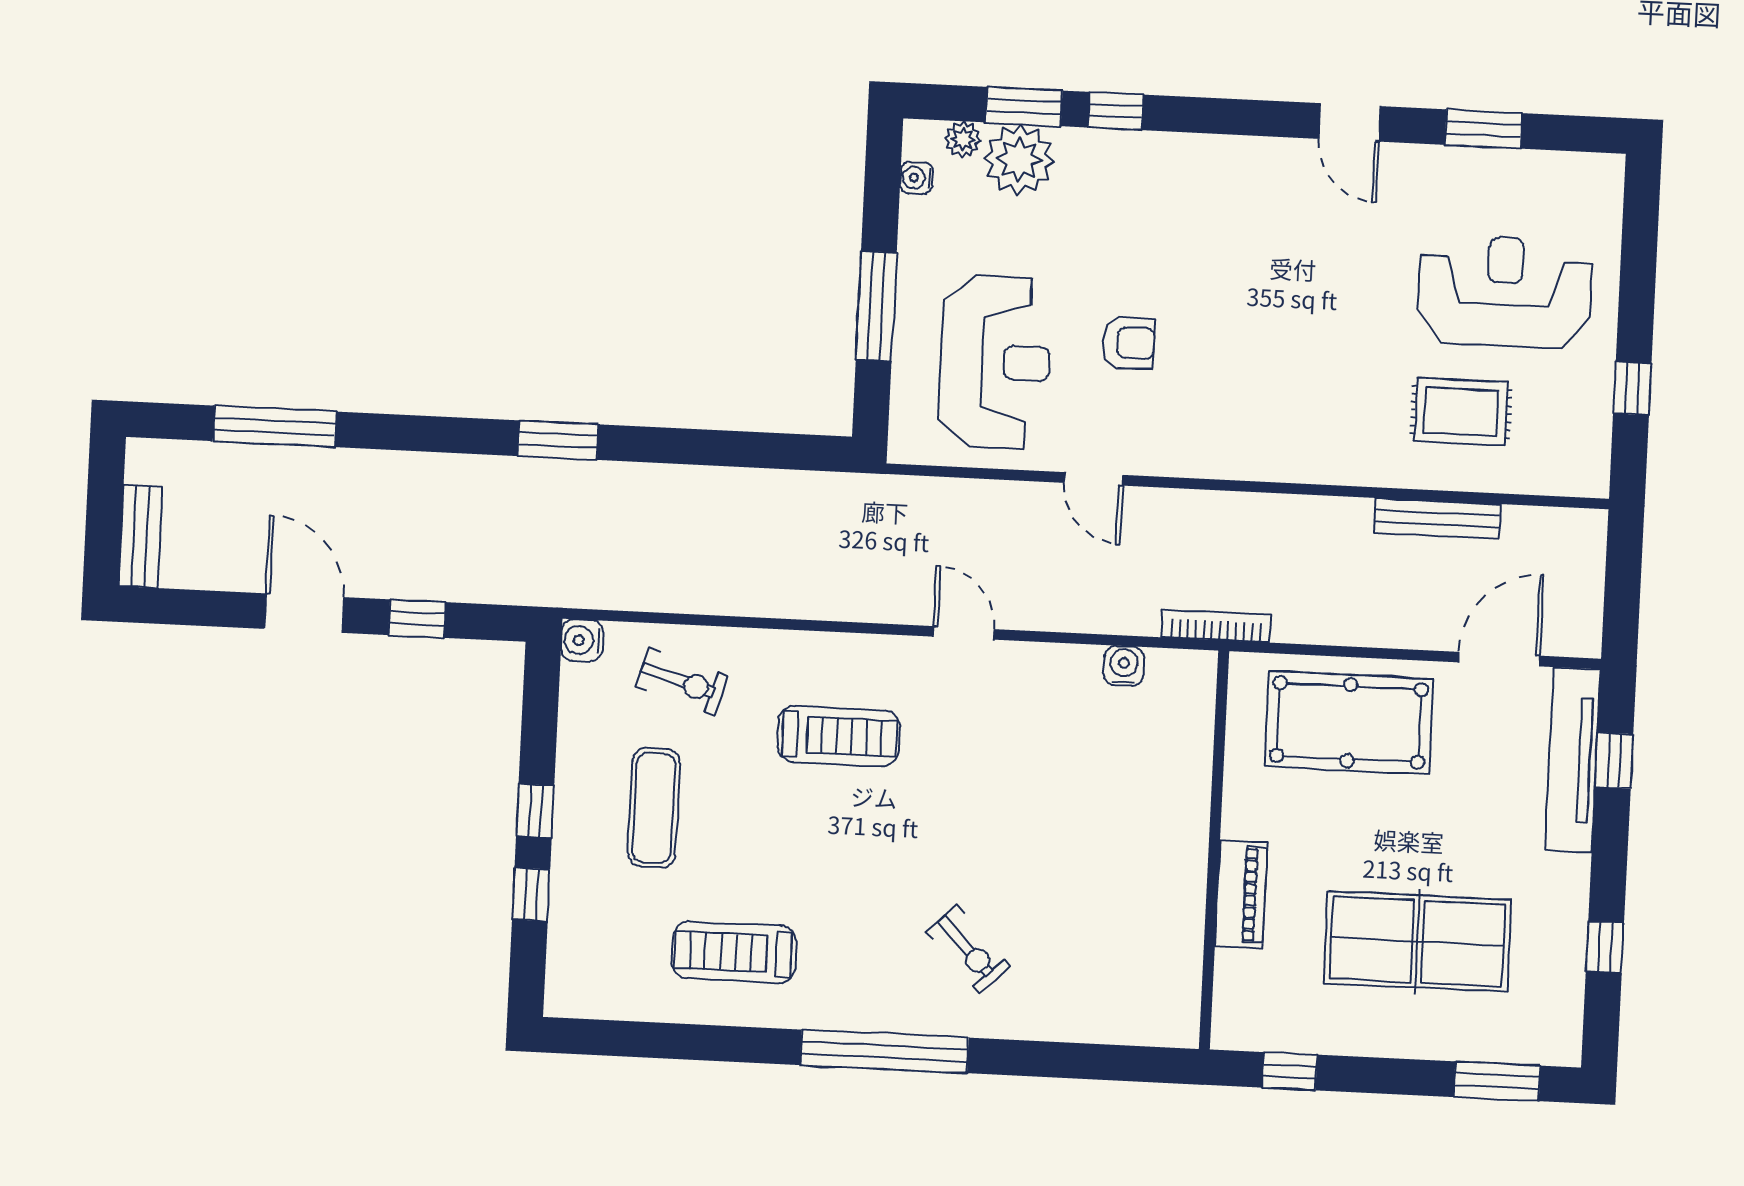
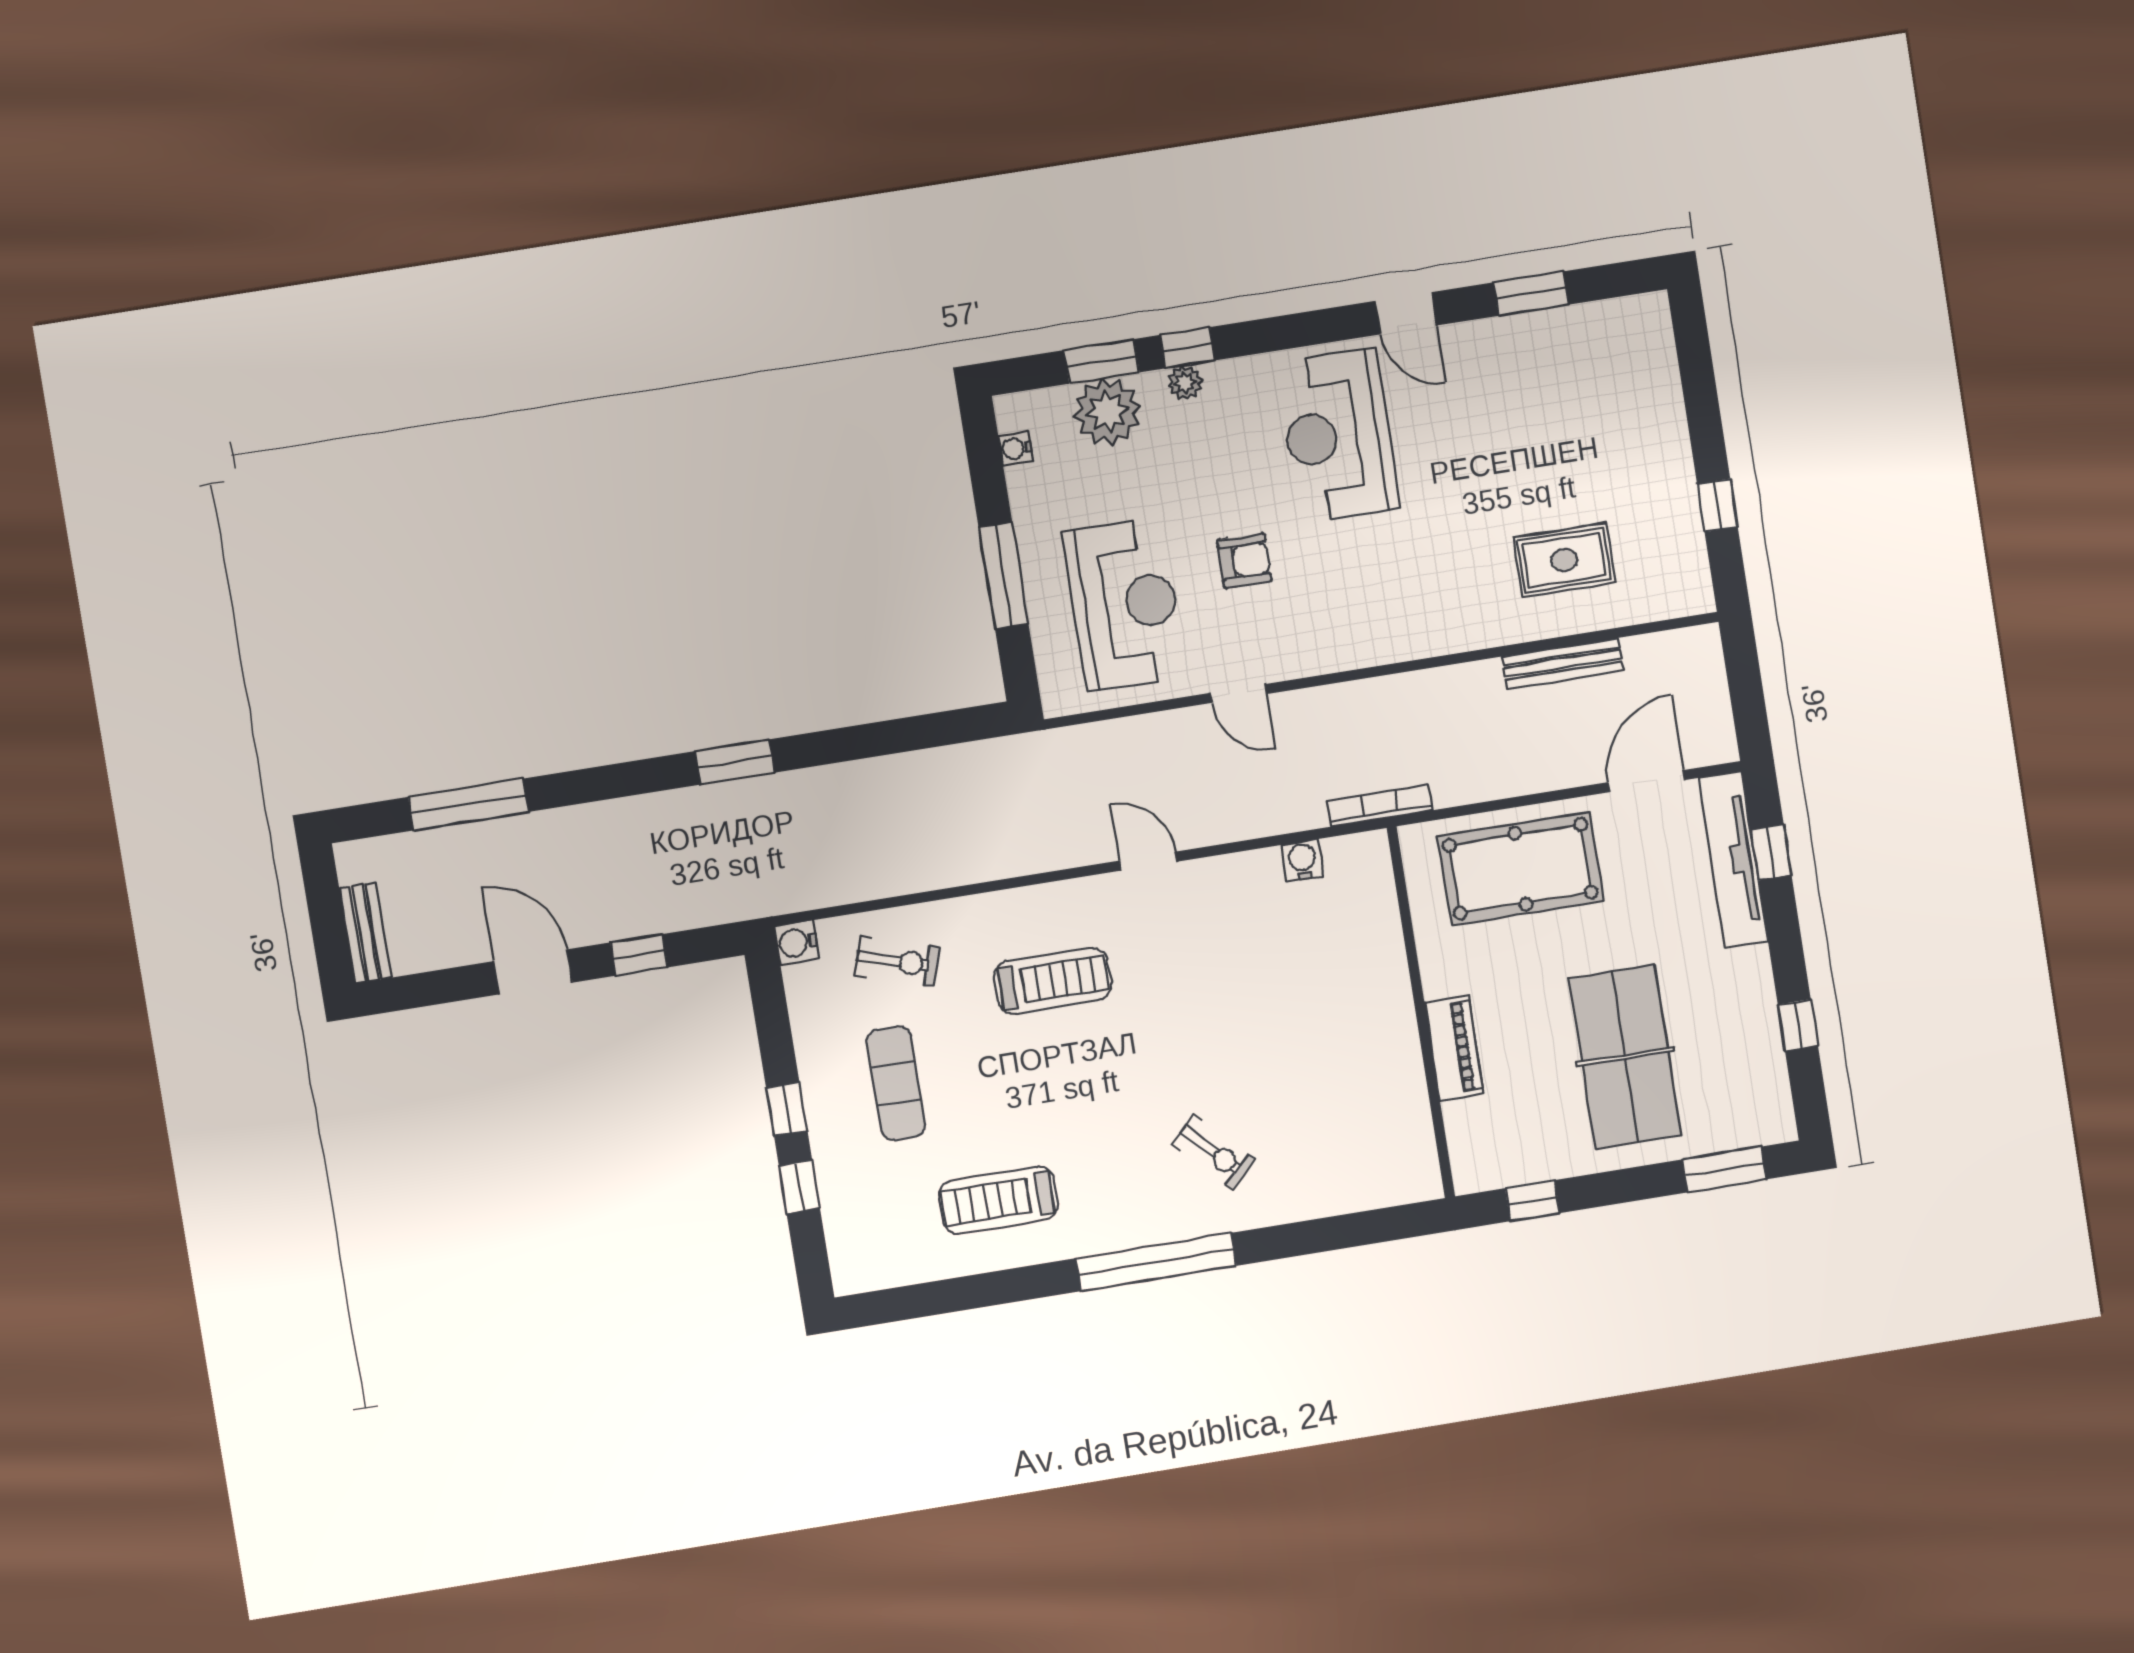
plant: (963, 139) -> (1185, 383), moved
reception desk: (1505, 292) -> (1338, 435), moved, turned -90
table tennis table: (1417, 941) -> (1625, 1057), turned 90

